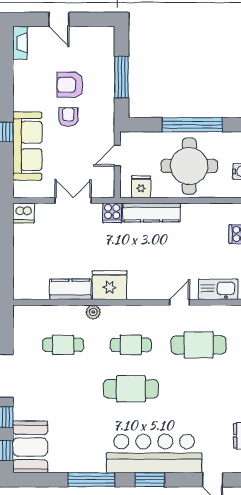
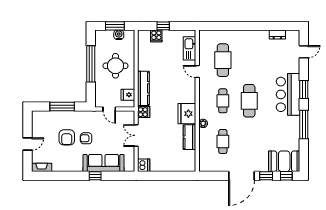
round table: (189, 166) -> (115, 66), width x0.73, depth x0.73
bar counter: (154, 454) -> (288, 94), width x0.73

